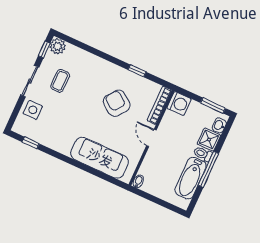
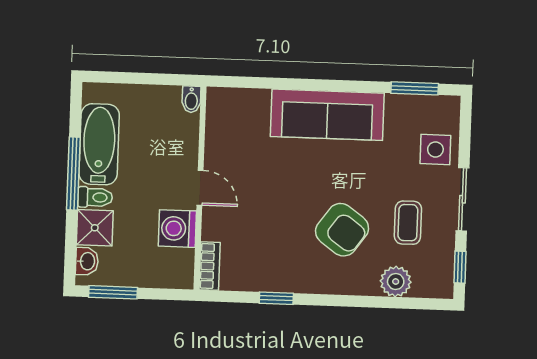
plant: (58, 46) -> (396, 281), moved
armchair: (117, 103) -> (342, 230), moved
washing machine: (179, 104) -> (177, 229), moved
bookcase: (159, 105) -> (210, 266), width x0.64
window: (31, 143) -> (415, 88), width x1.50
sofa: (100, 158) -> (327, 115), moved

